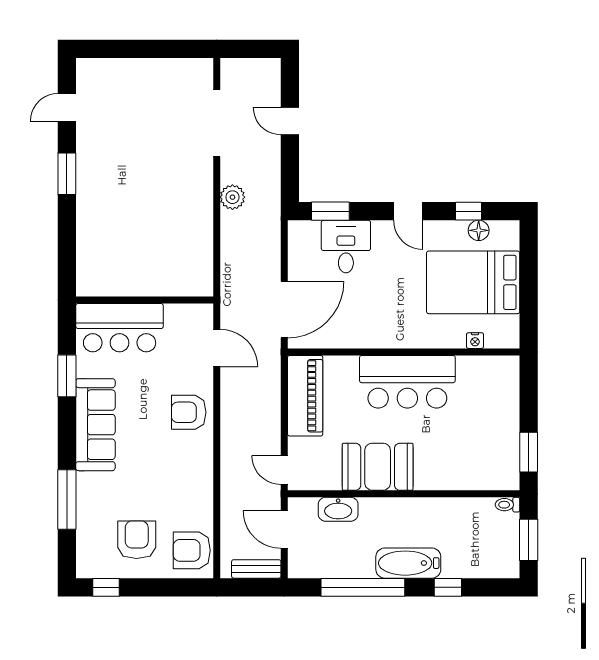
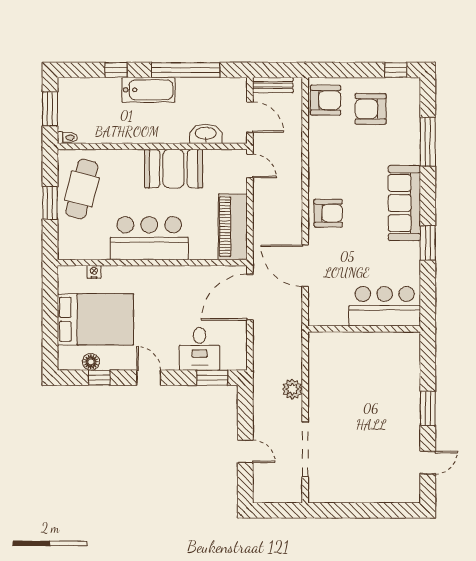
wall: (145, 300) -> (364, 329), moved
bar counter: (120, 328) -> (385, 306), moved
door: (217, 348) -> (305, 266), width x1.36
cafe table: (490, 442) -> (82, 189), added
window: (529, 452) -> (50, 203), moved
armchair: (137, 540) -> (371, 109), turned 90

